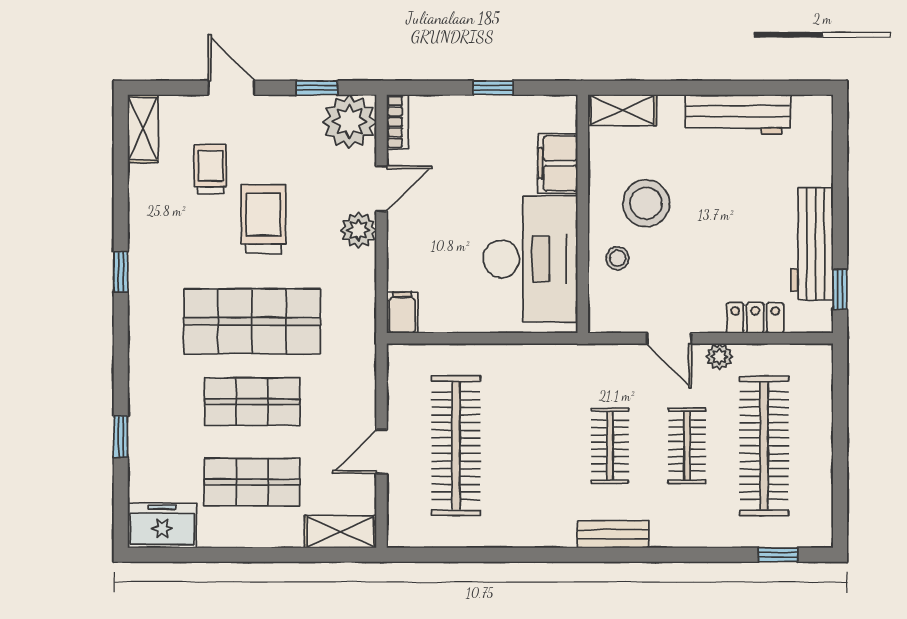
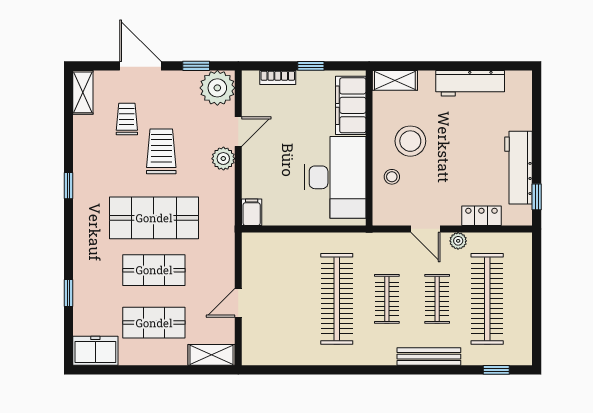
door: (231, 88) -> (140, 66), width x1.38
bookcase: (398, 122) -> (278, 77), moved, turned 90
filing cabinet: (558, 163) -> (351, 105), width x1.50, depth x1.17
clothes rail: (456, 446) -> (337, 299), moved
bench: (613, 534) -> (429, 357), moved, width x1.36

